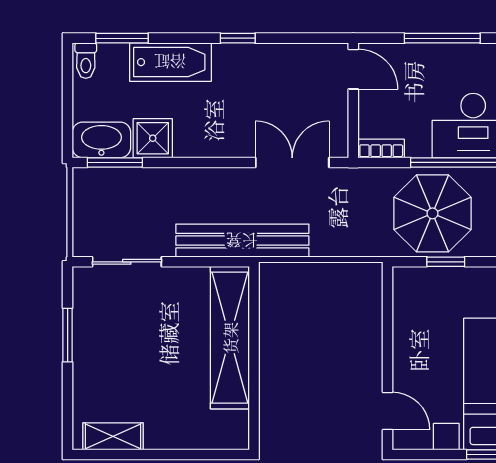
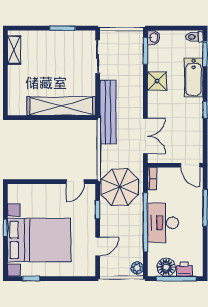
door: (353, 69) -> (190, 165), hinge flipped
shower: (153, 138) -> (157, 81), moved
washbasin: (101, 140) -> (154, 38), width x0.52, depth x0.69
parasol: (433, 213) -> (120, 187), moved
door: (388, 411) -> (75, 182), moved

